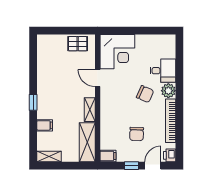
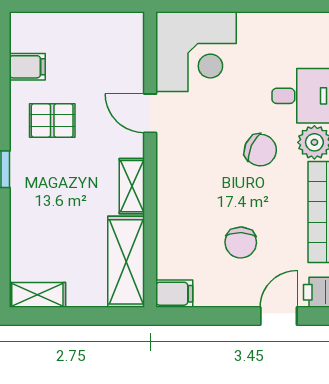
pallet: (78, 44) -> (52, 121), moved
filing cabinet: (45, 125) -> (27, 67), moved
window: (132, 166) -> (229, 316), removed

